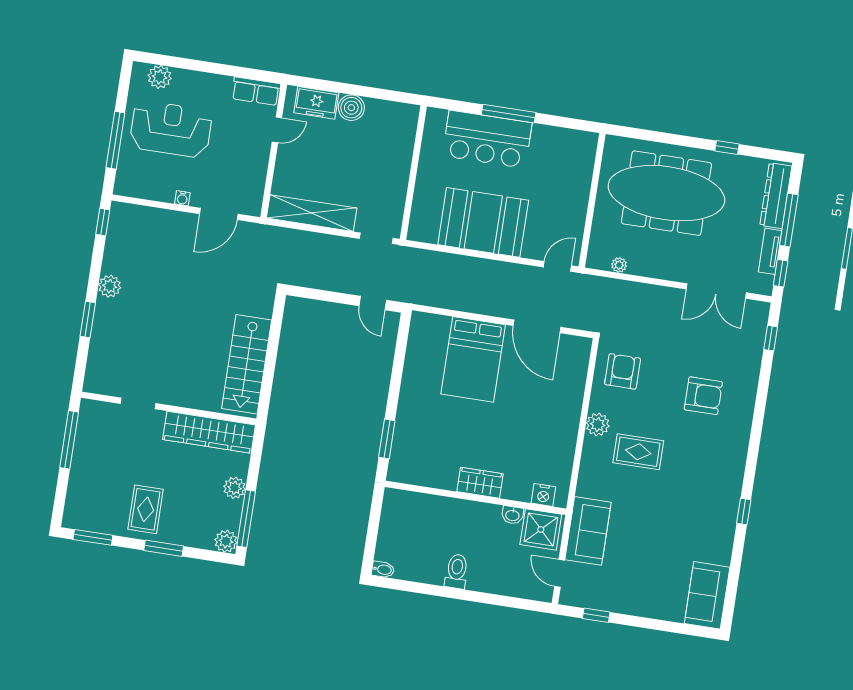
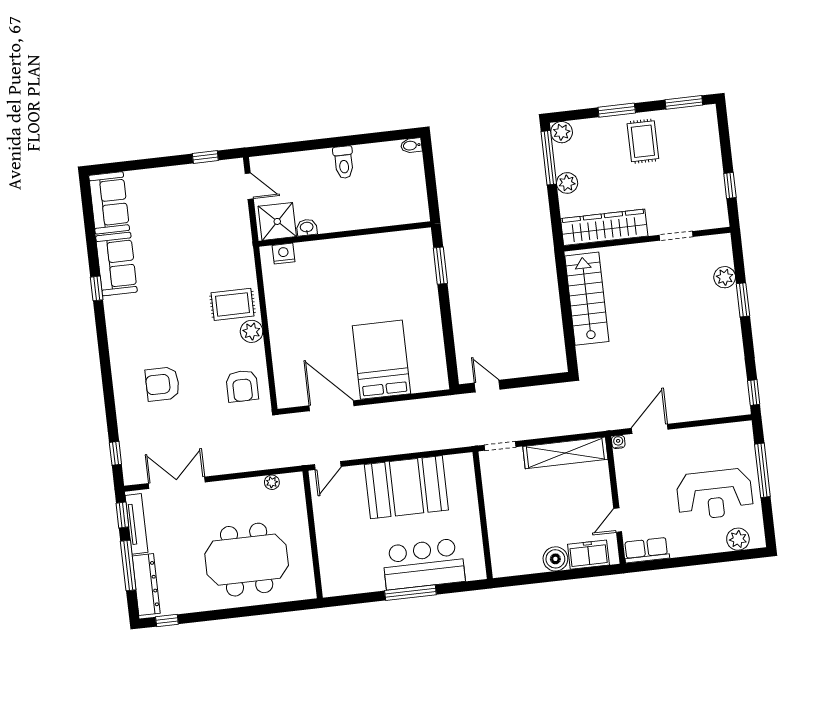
window: (727, 148) -> (167, 620), moved
meeting table: (666, 193) -> (247, 560), width x0.73
water cooler: (182, 198) -> (618, 442), moved
tv unit: (770, 251) -> (137, 524), width x1.41
plant: (110, 286) -> (725, 277), moved
window: (69, 440) -> (730, 185), width x0.46
rug: (638, 452) -> (233, 304), moved
wardrobe: (480, 483) -> (344, 249), removed
sofa: (588, 531) -> (116, 264), moved, turned 180

